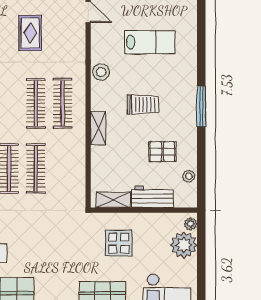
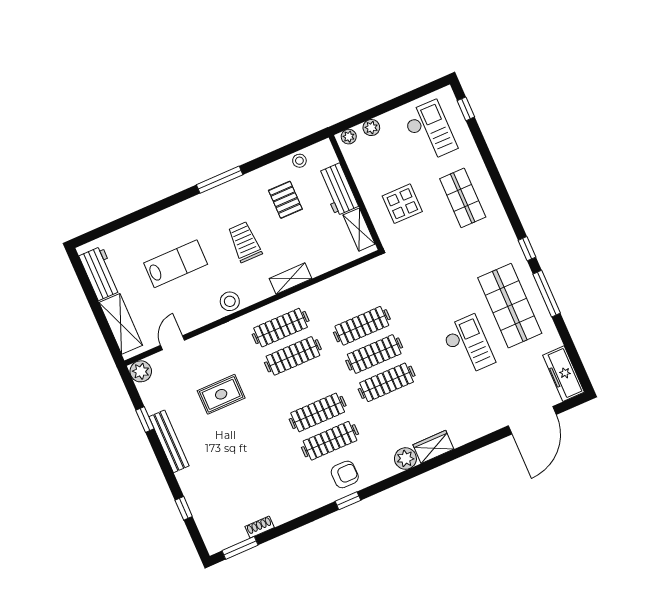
lab bench: (150, 42) -> (176, 264), turned 90
plant: (184, 245) -> (371, 128), width x0.53, depth x0.53

